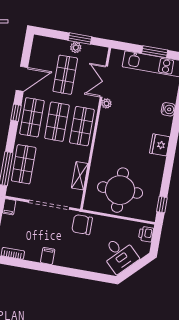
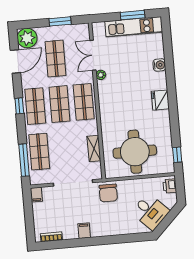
plant: (76, 47) -> (27, 38), moved, width x1.88, depth x1.88
door: (22, 79) -> (15, 61), moved
chair: (82, 225) -> (108, 193), turned -90

